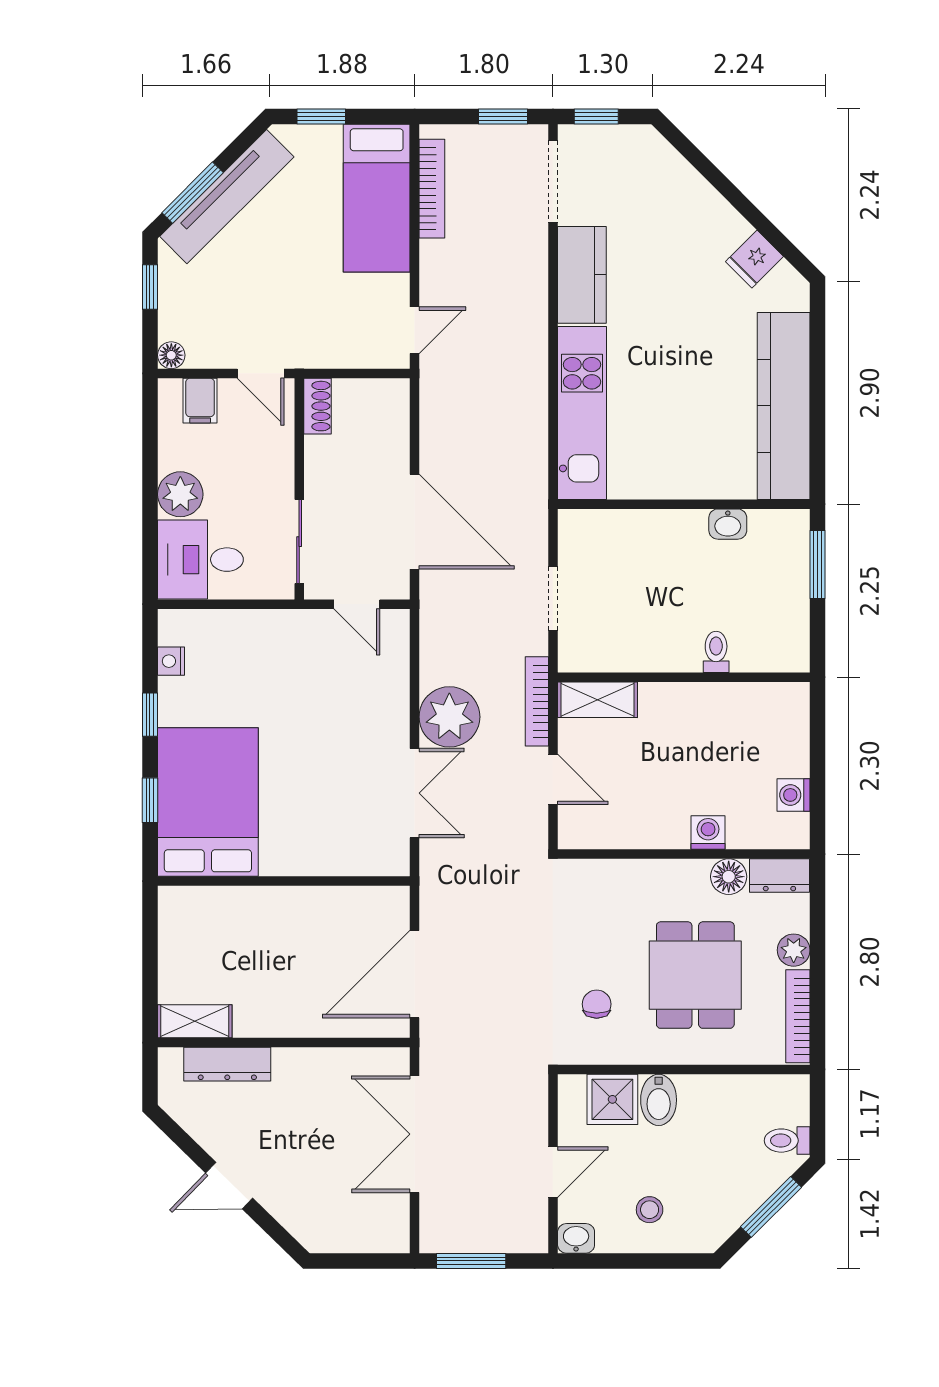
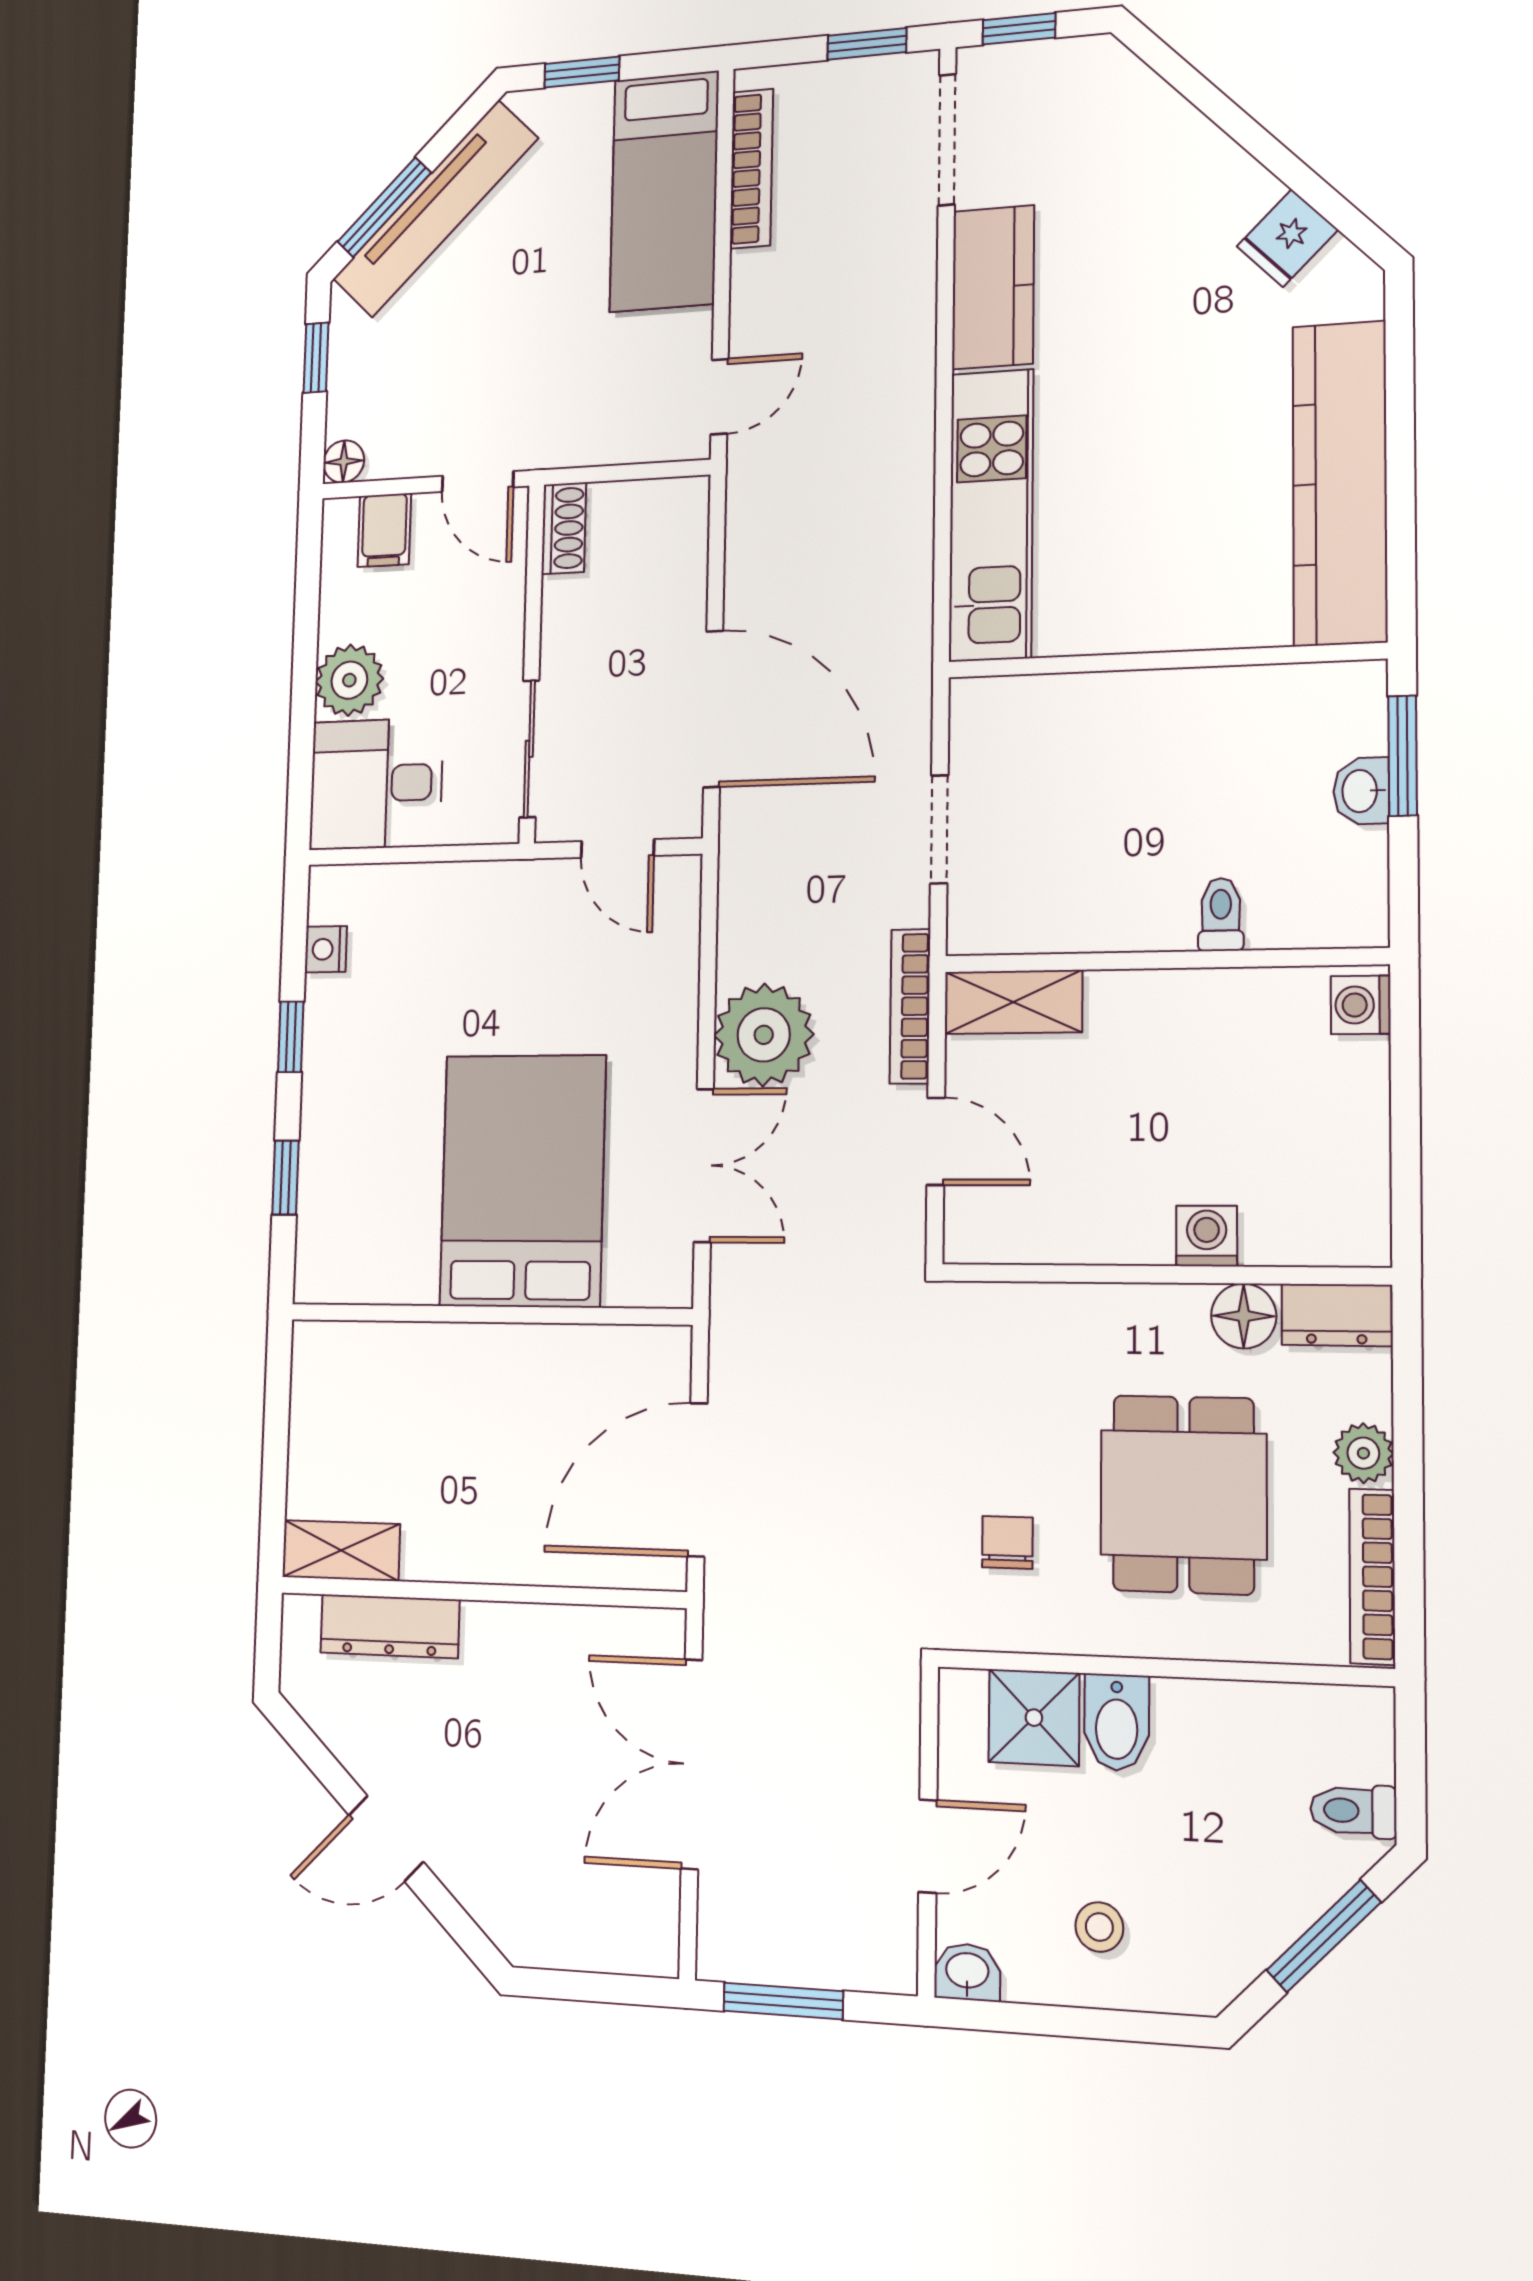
washbasin: (728, 524) -> (1361, 791), moved, turned 90
washing machine: (794, 795) -> (1361, 1005), moved
bed: (208, 802) -> (523, 1181), moved

